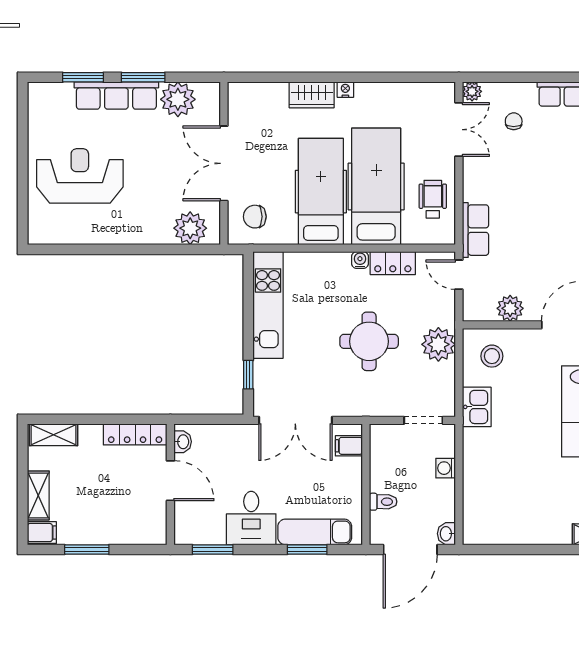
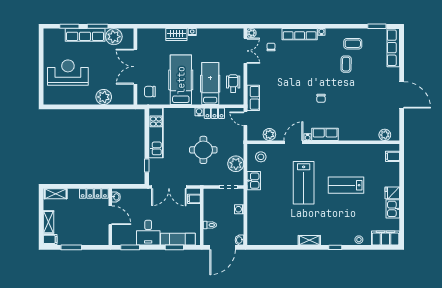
hospital bed: (376, 186) -> (210, 84), width x0.73, depth x0.78
plant: (190, 228) -> (104, 97), moved
plant: (438, 344) -> (236, 164), moved

